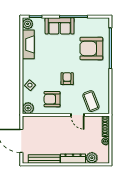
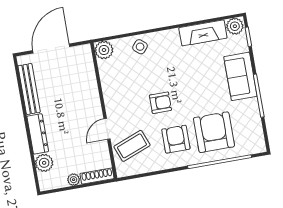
armchair: (52, 99) -> (176, 139), moved

